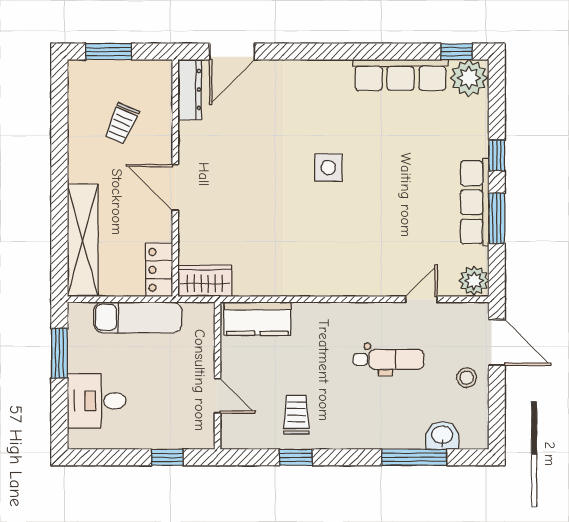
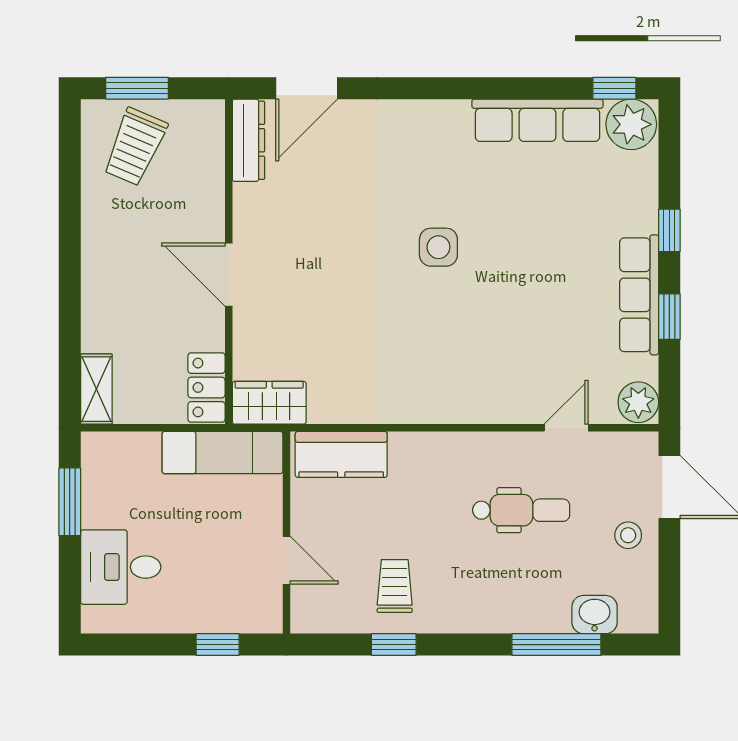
trolley: (122, 123) -> (135, 147), moved, width x1.36, depth x1.39
window: (497, 218) -> (669, 317), width x0.67
shelving: (83, 240) -> (96, 389), width x0.45, depth x0.75
exam couch: (138, 317) -> (222, 453), moved

